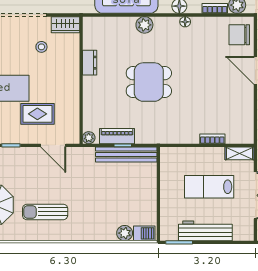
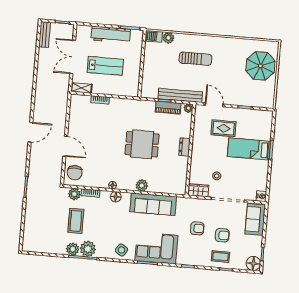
chair: (239, 35) -> (75, 173), turned 90
dresser: (90, 63) -> (185, 147), moved
bench: (126, 155) -> (180, 95), moved
sun lounger: (45, 212) -> (195, 59), moved

